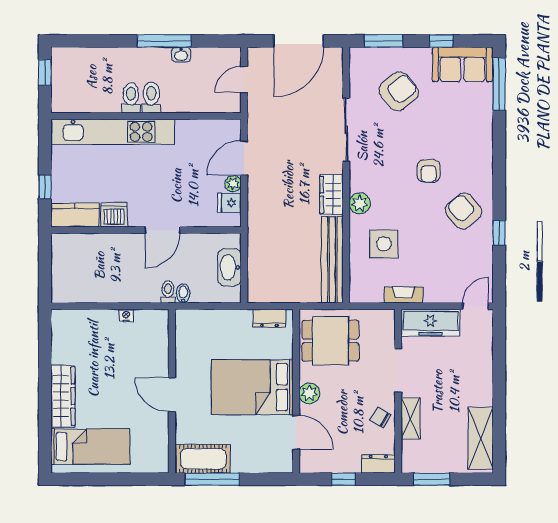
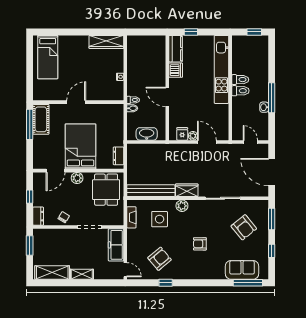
sofa: (462, 64) -> (242, 270), moved, turned 90
armchair: (464, 211) -> (160, 259), moved
fireplace: (404, 295) -> (131, 217), moved
wardrobe: (63, 396) -> (106, 42), moved
shelving: (410, 418) -> (82, 274), moved

